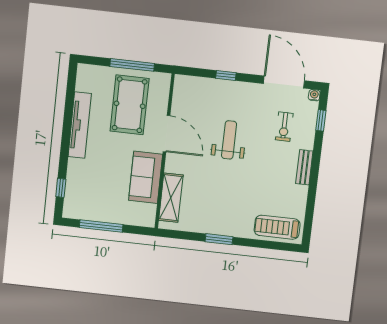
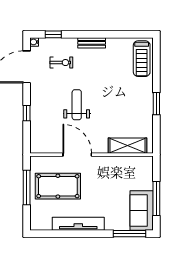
door: (167, 134) -> (77, 155), hinge flipped
weight bench: (229, 140) -> (77, 105), turned 90
sofa: (146, 177) -> (142, 211), moved, turned 90
window: (61, 188) -> (130, 234), width x2.17

